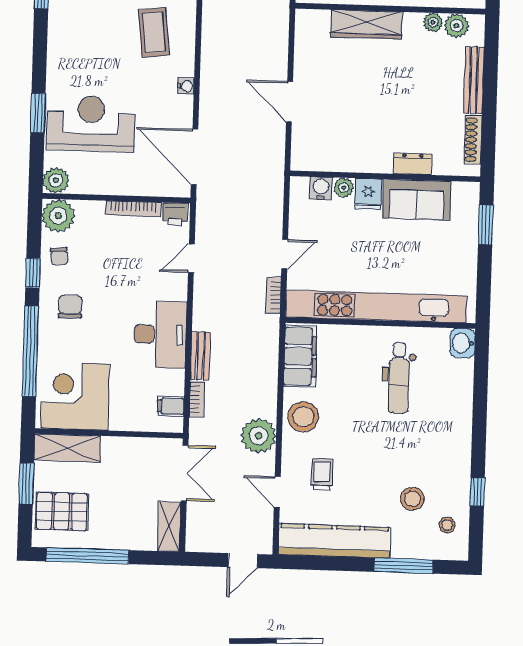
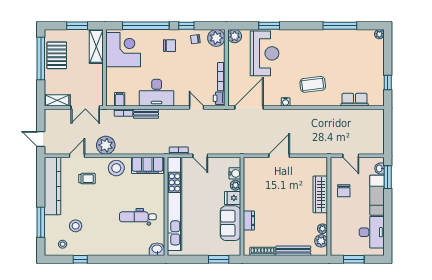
pallet: (62, 511) -> (57, 55), moved

